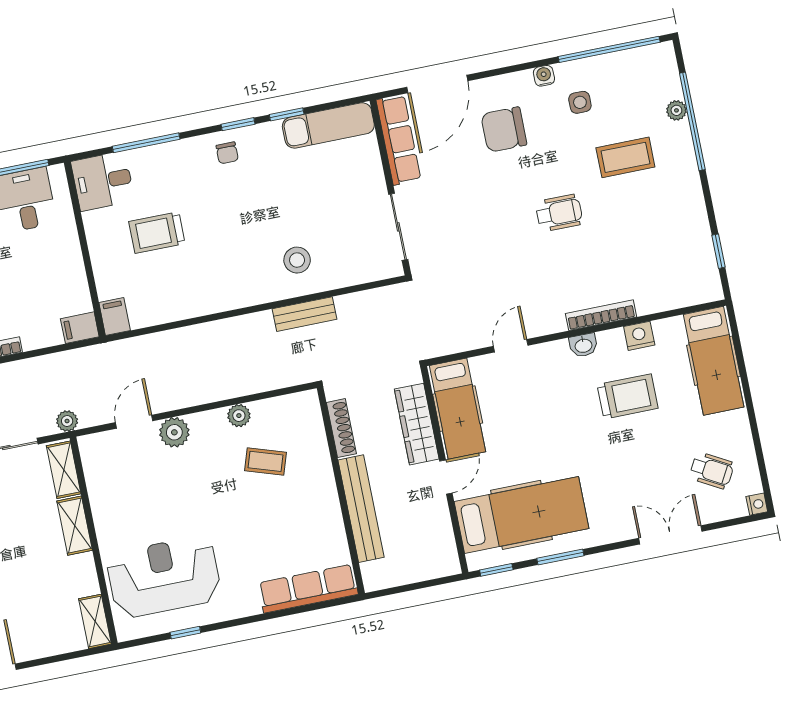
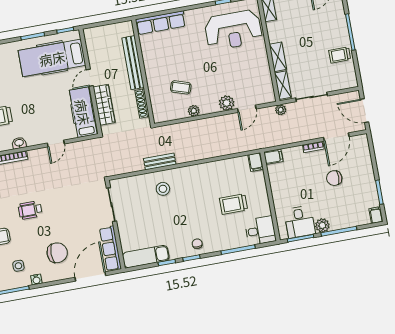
trolley: (157, 233) -> (233, 204), turned 180

